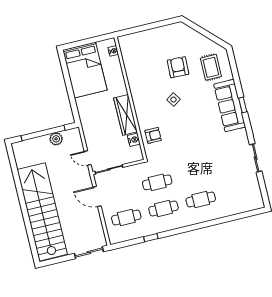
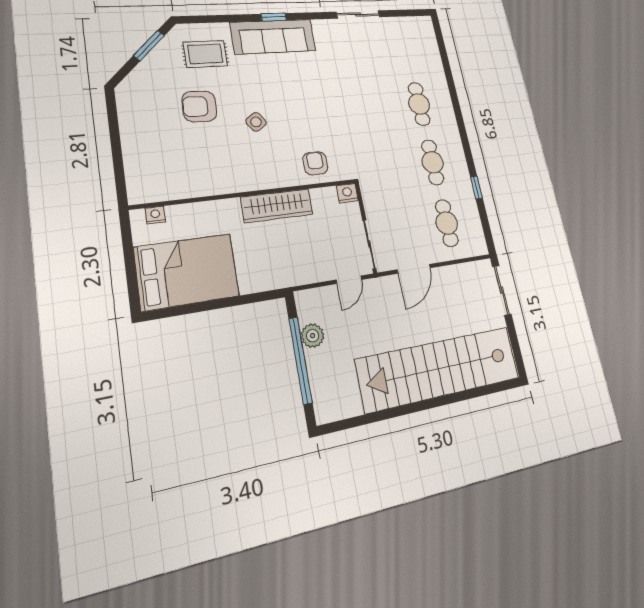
window: (210, 36) -> (149, 46), added
nightstand: (134, 140) -> (347, 193), moved
cafe table: (157, 182) -> (392, 167), removed

